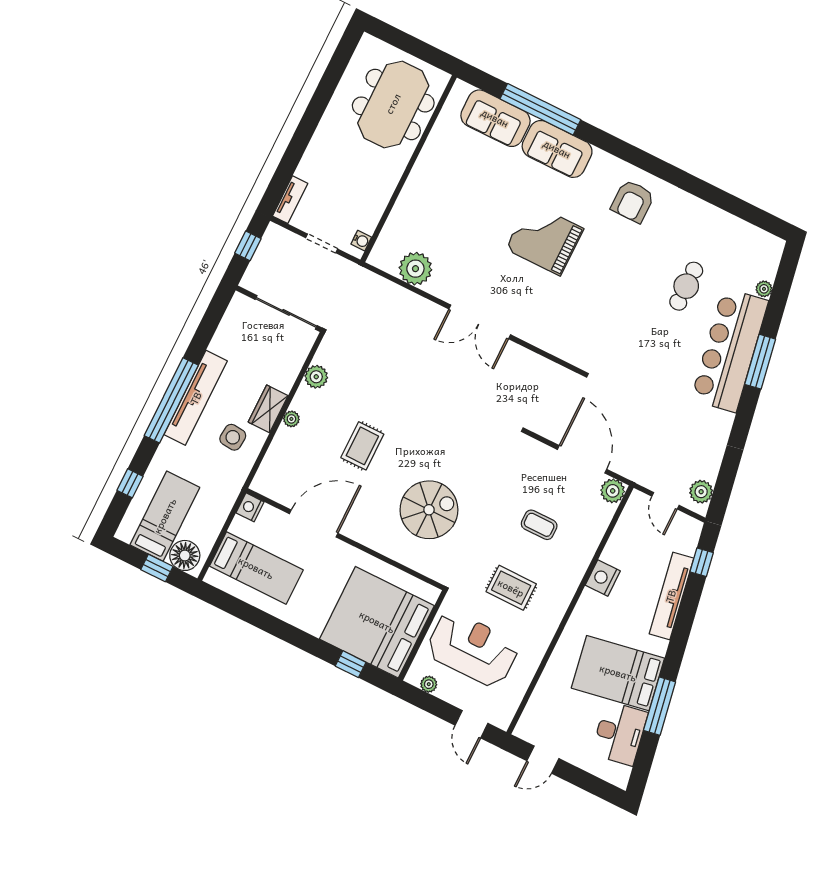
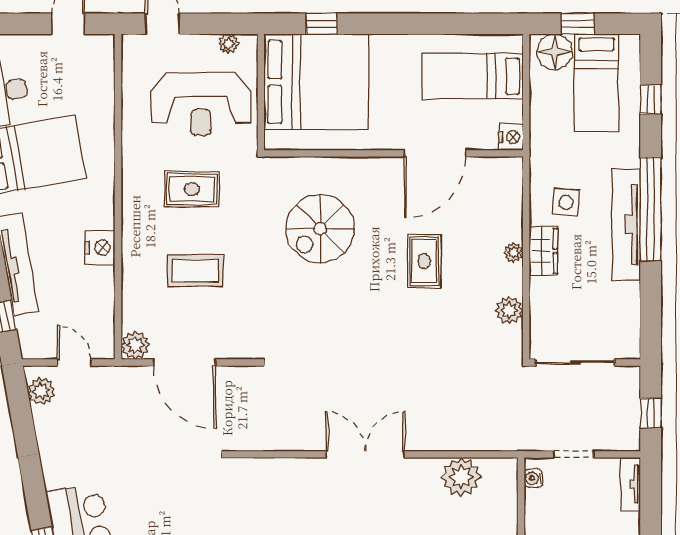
coffee table: (539, 525) -> (195, 271), width x1.36, depth x1.30

